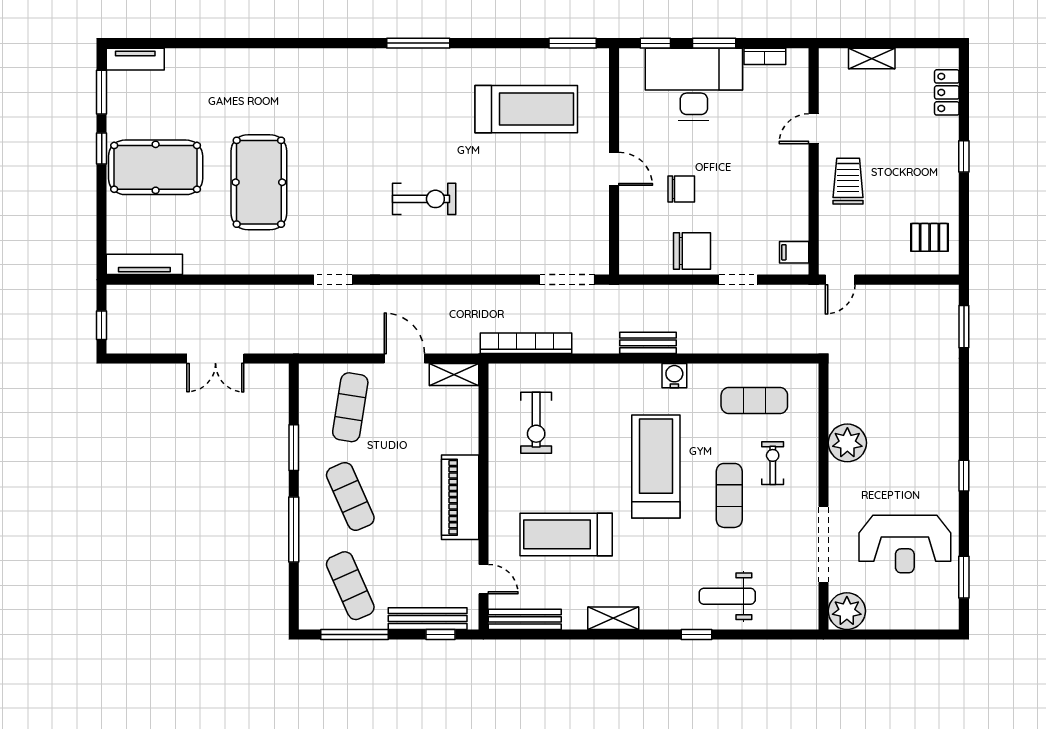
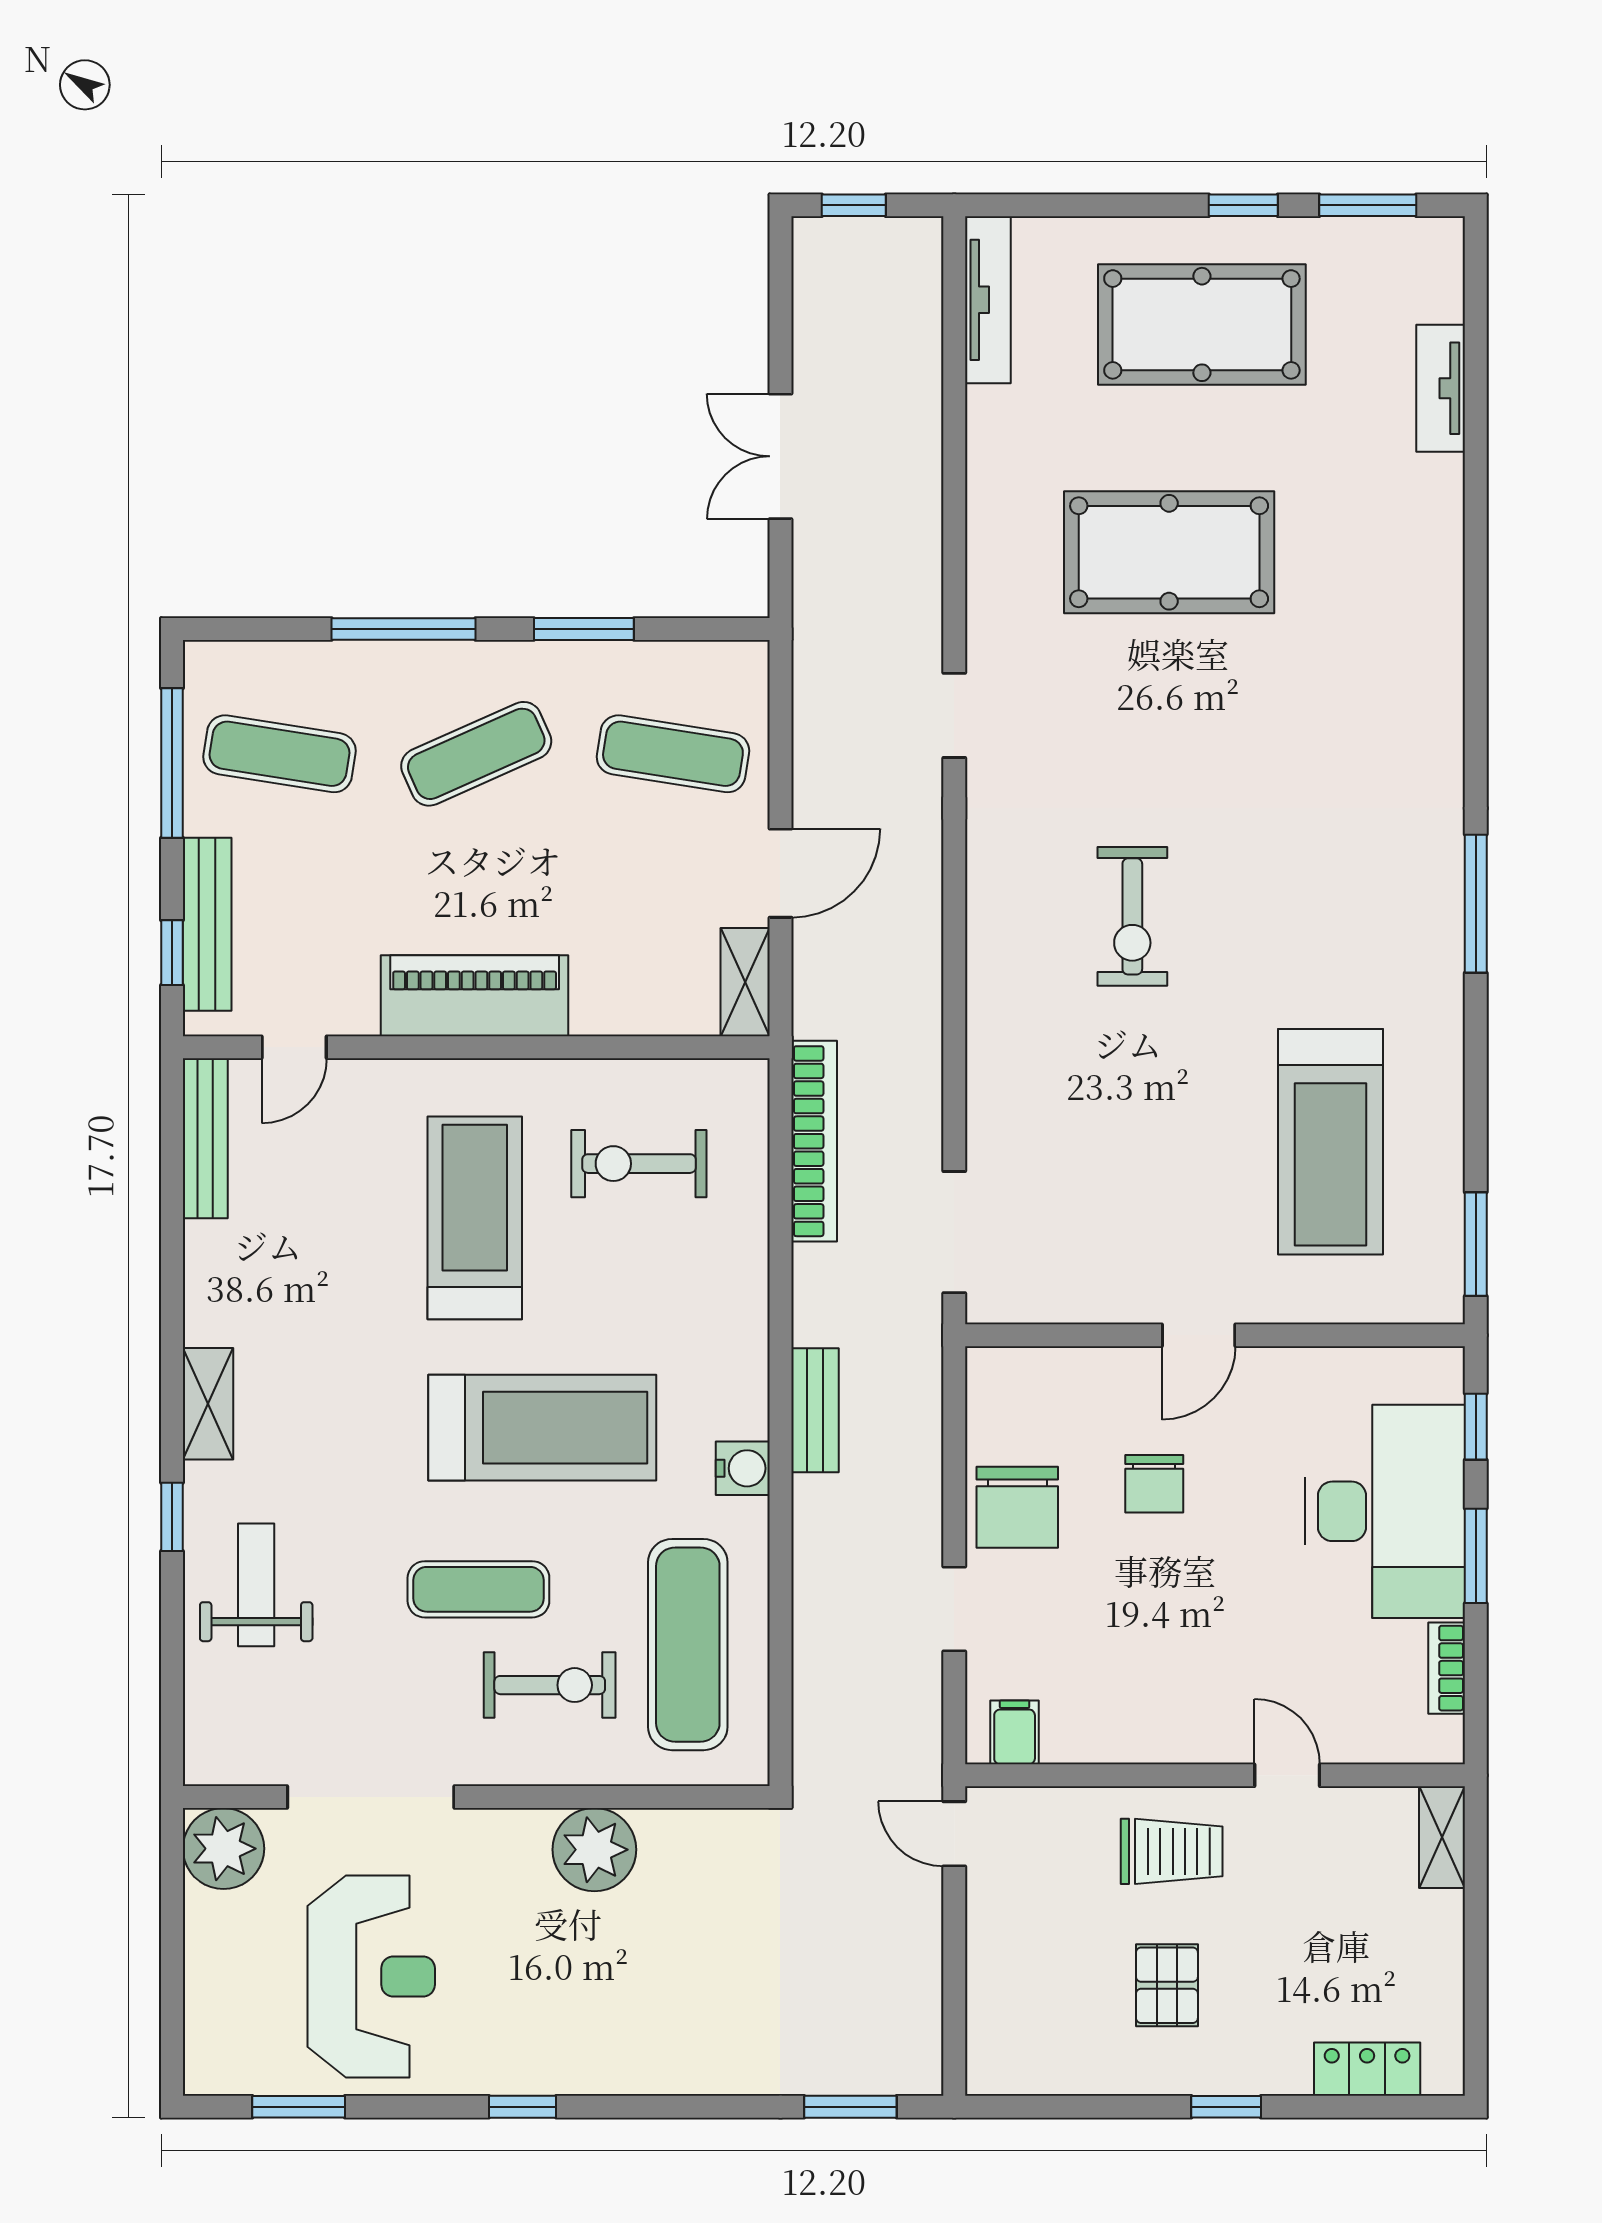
shelving: (872, 58) -> (1442, 1837), moved
tv unit: (135, 59) -> (1441, 388), moved
pool table: (156, 167) -> (1202, 324), turned 90
pallet: (930, 237) -> (1167, 1985), moved
exercise mat: (754, 401) -> (688, 1645), width x1.36, depth x1.45
exercise bike: (773, 463) -> (550, 1685), width x1.38, depth x1.39
treadmill: (566, 534) -> (475, 1218), moved
reception desk: (905, 544) -> (371, 1976), turned 180
exercise mat: (350, 586) -> (279, 754), turned 33
shelving: (613, 618) -> (208, 1404), moved

